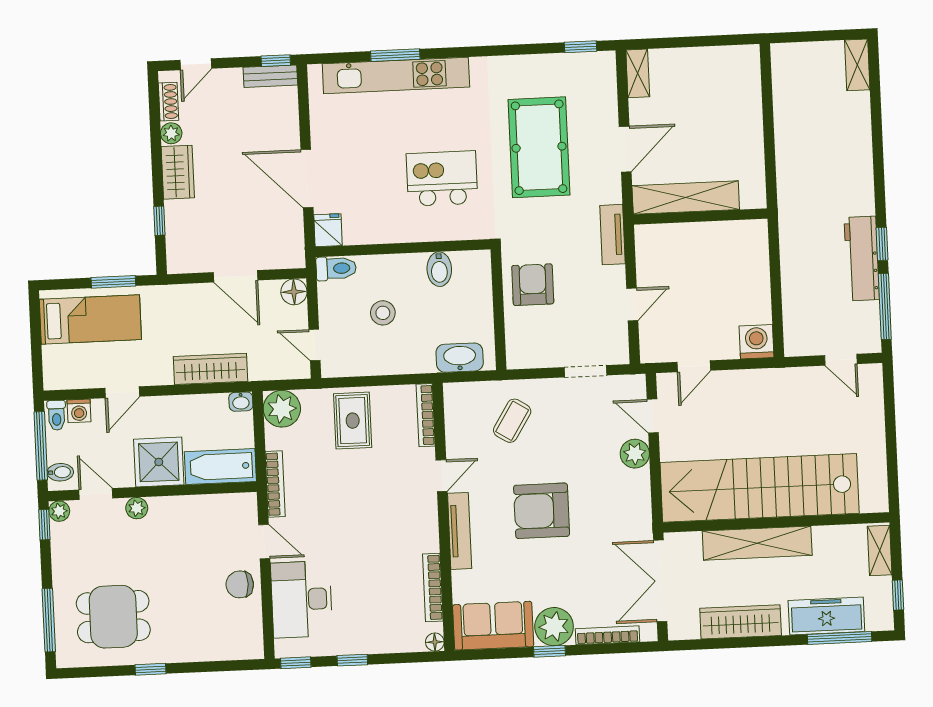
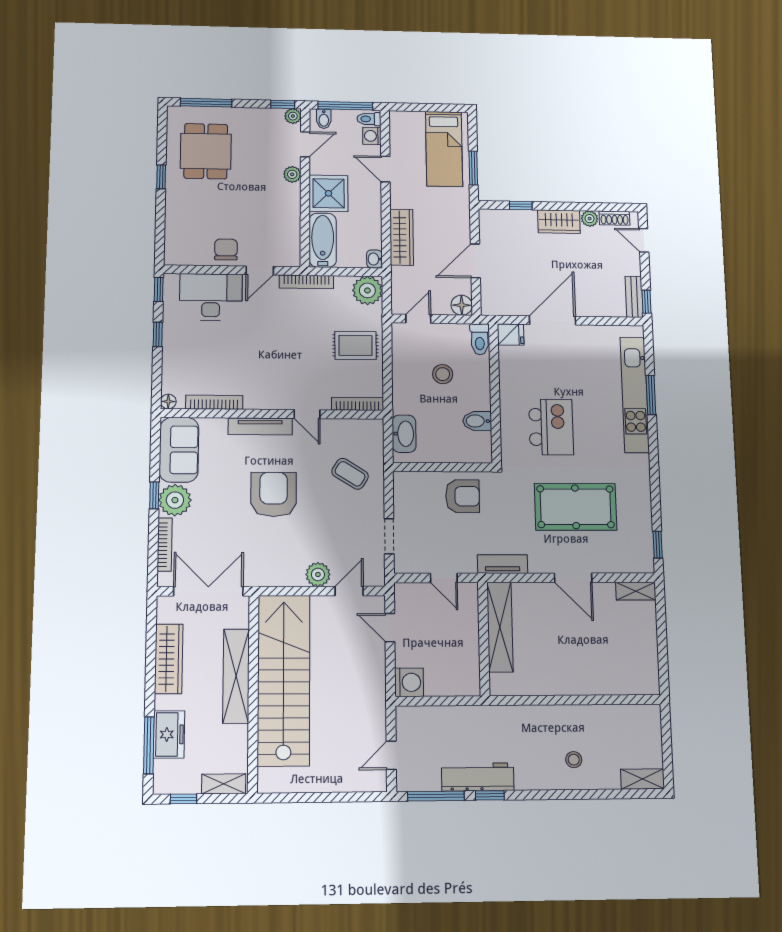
stool: (838, 146) -> (574, 760), added
shelving: (686, 198) -> (500, 627), moved
wall: (700, 217) -> (484, 639), moved
freezer: (826, 616) -> (169, 734), width x0.71

